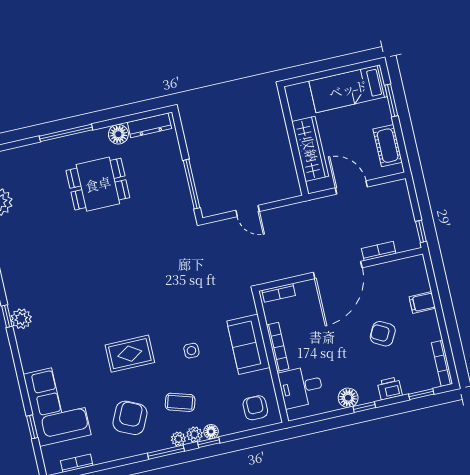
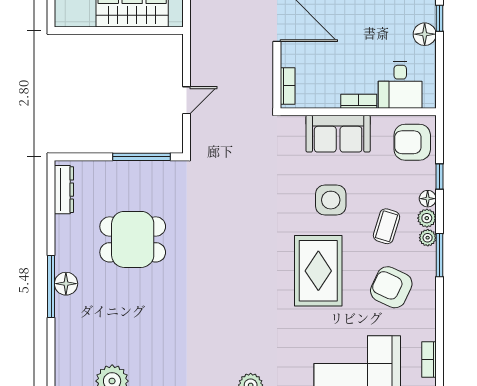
floor lamp: (118, 134) -> (66, 284), moved
dining table: (98, 184) -> (133, 239), moved, turned 90
bookcase: (278, 347) -> (359, 101), width x0.64
side table: (191, 351) -> (331, 200), width x1.87, depth x1.87
rug: (130, 354) -> (318, 271), width x1.36, depth x1.43
armchair: (255, 408) -> (412, 142), width x1.38, depth x1.38
window: (209, 442) -> (439, 177), moved

